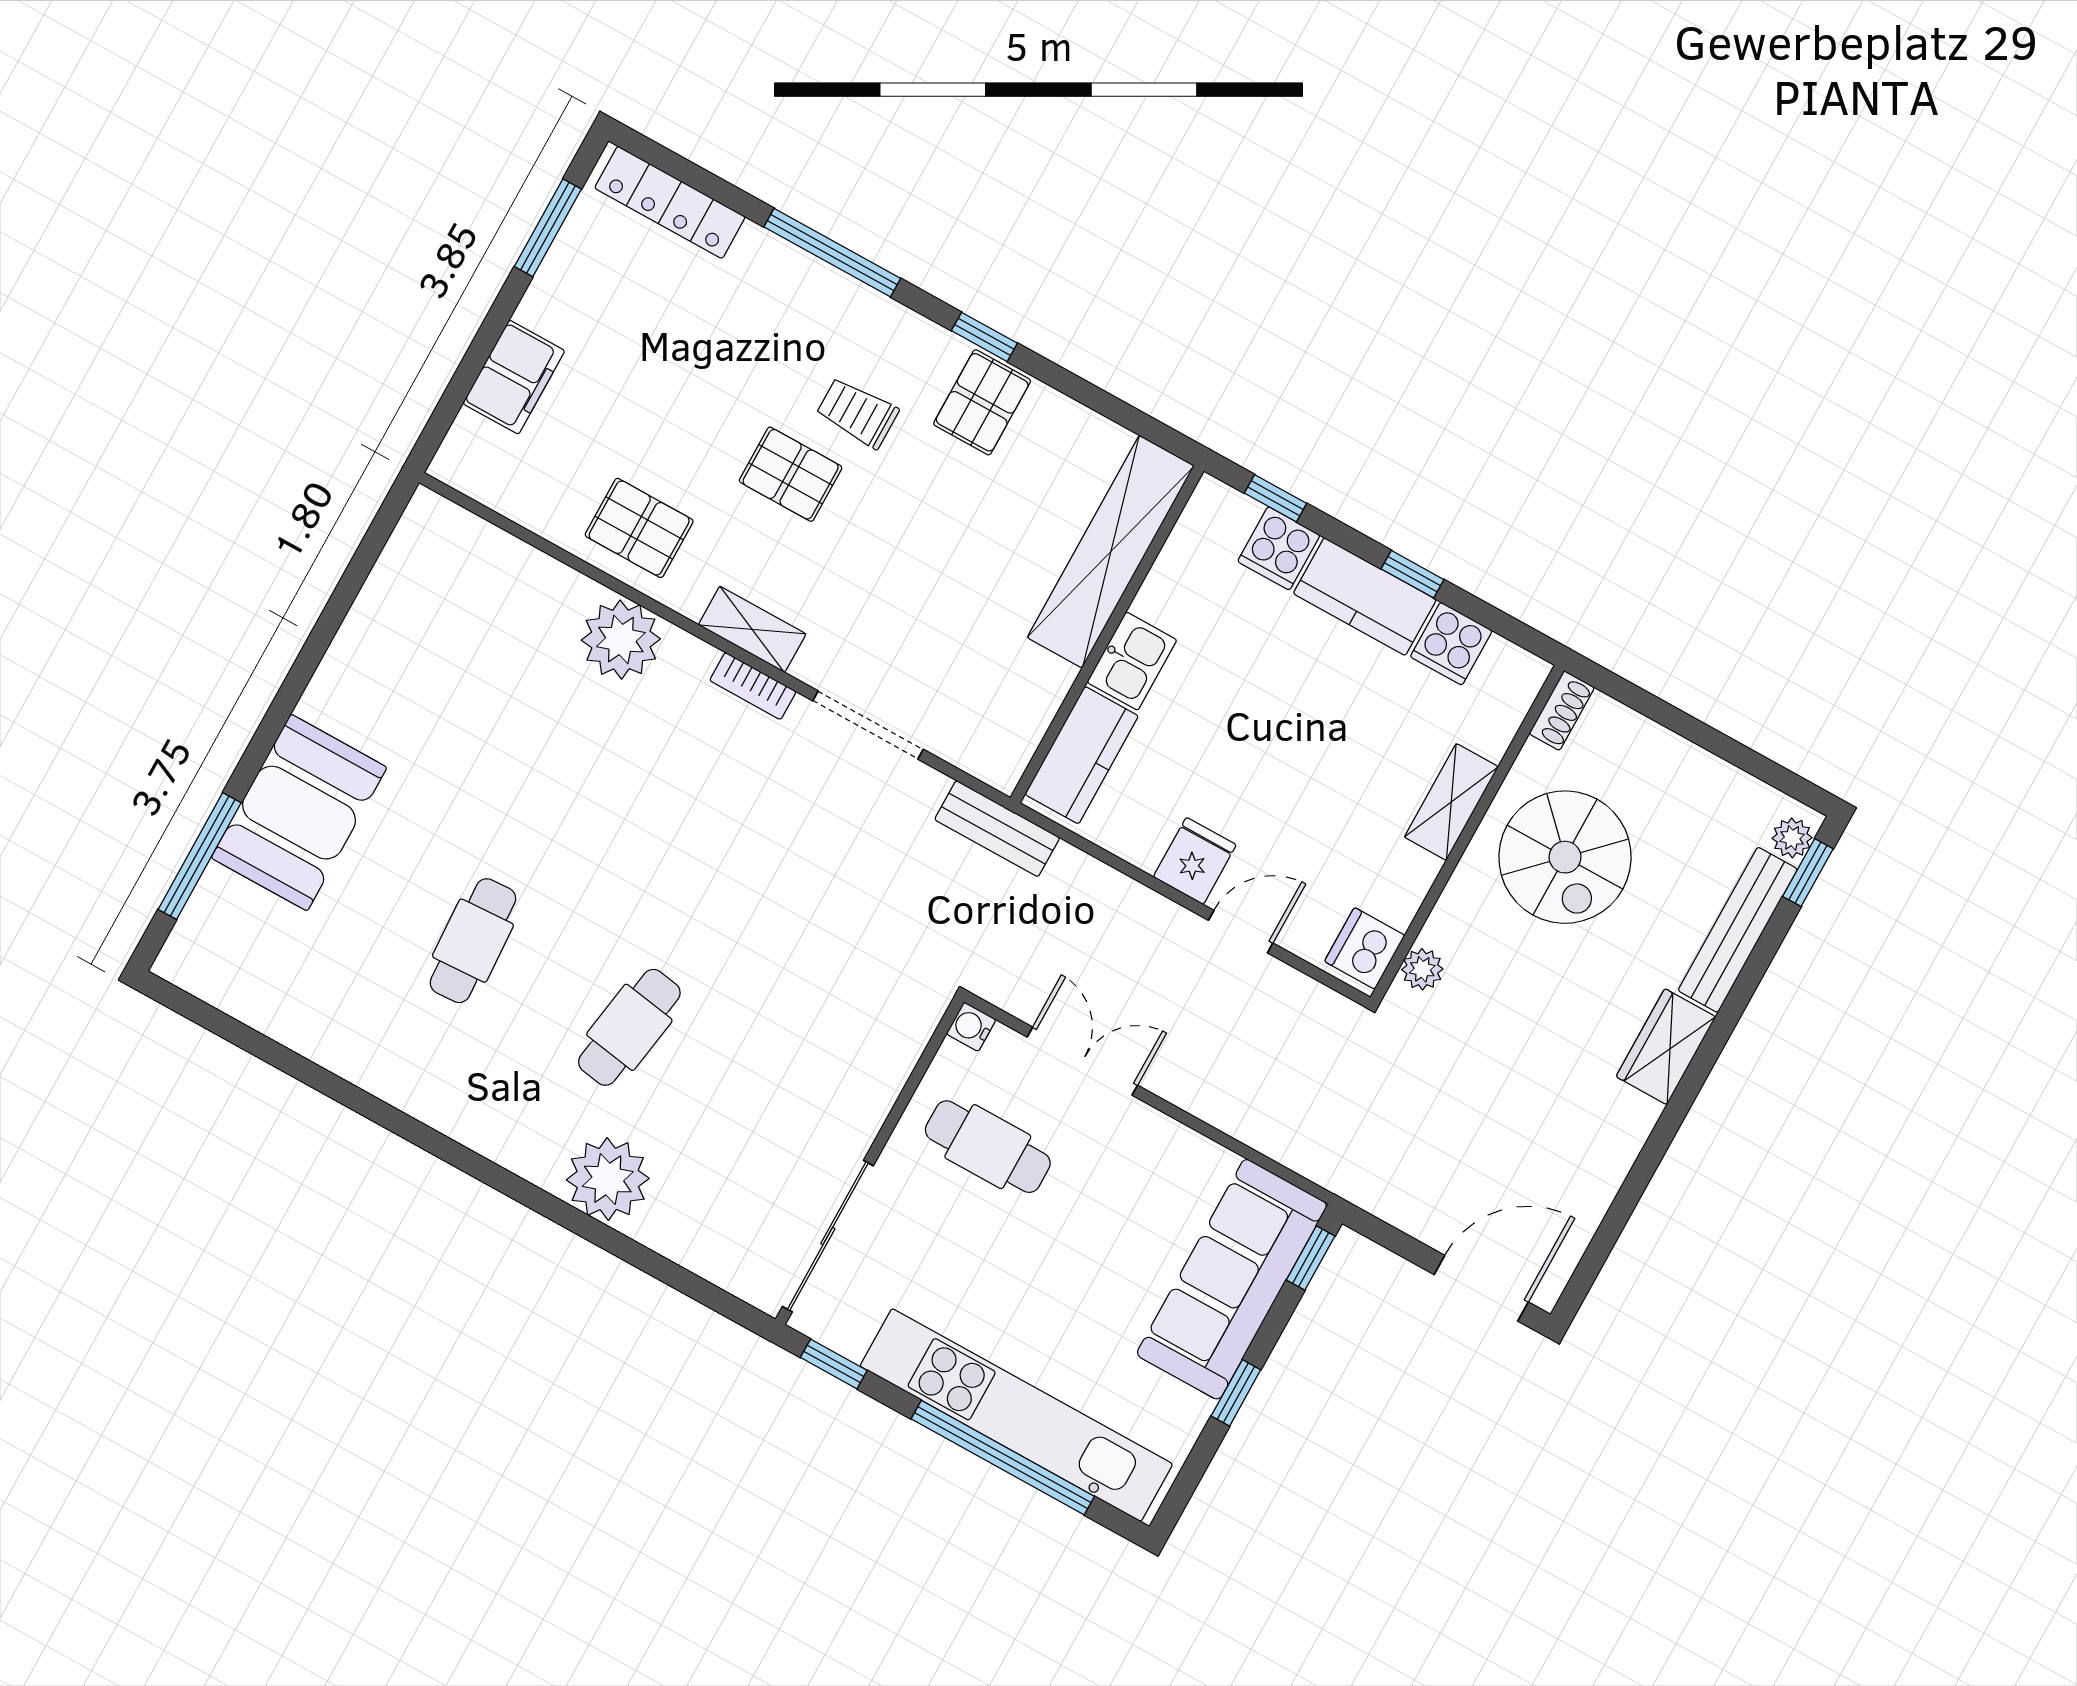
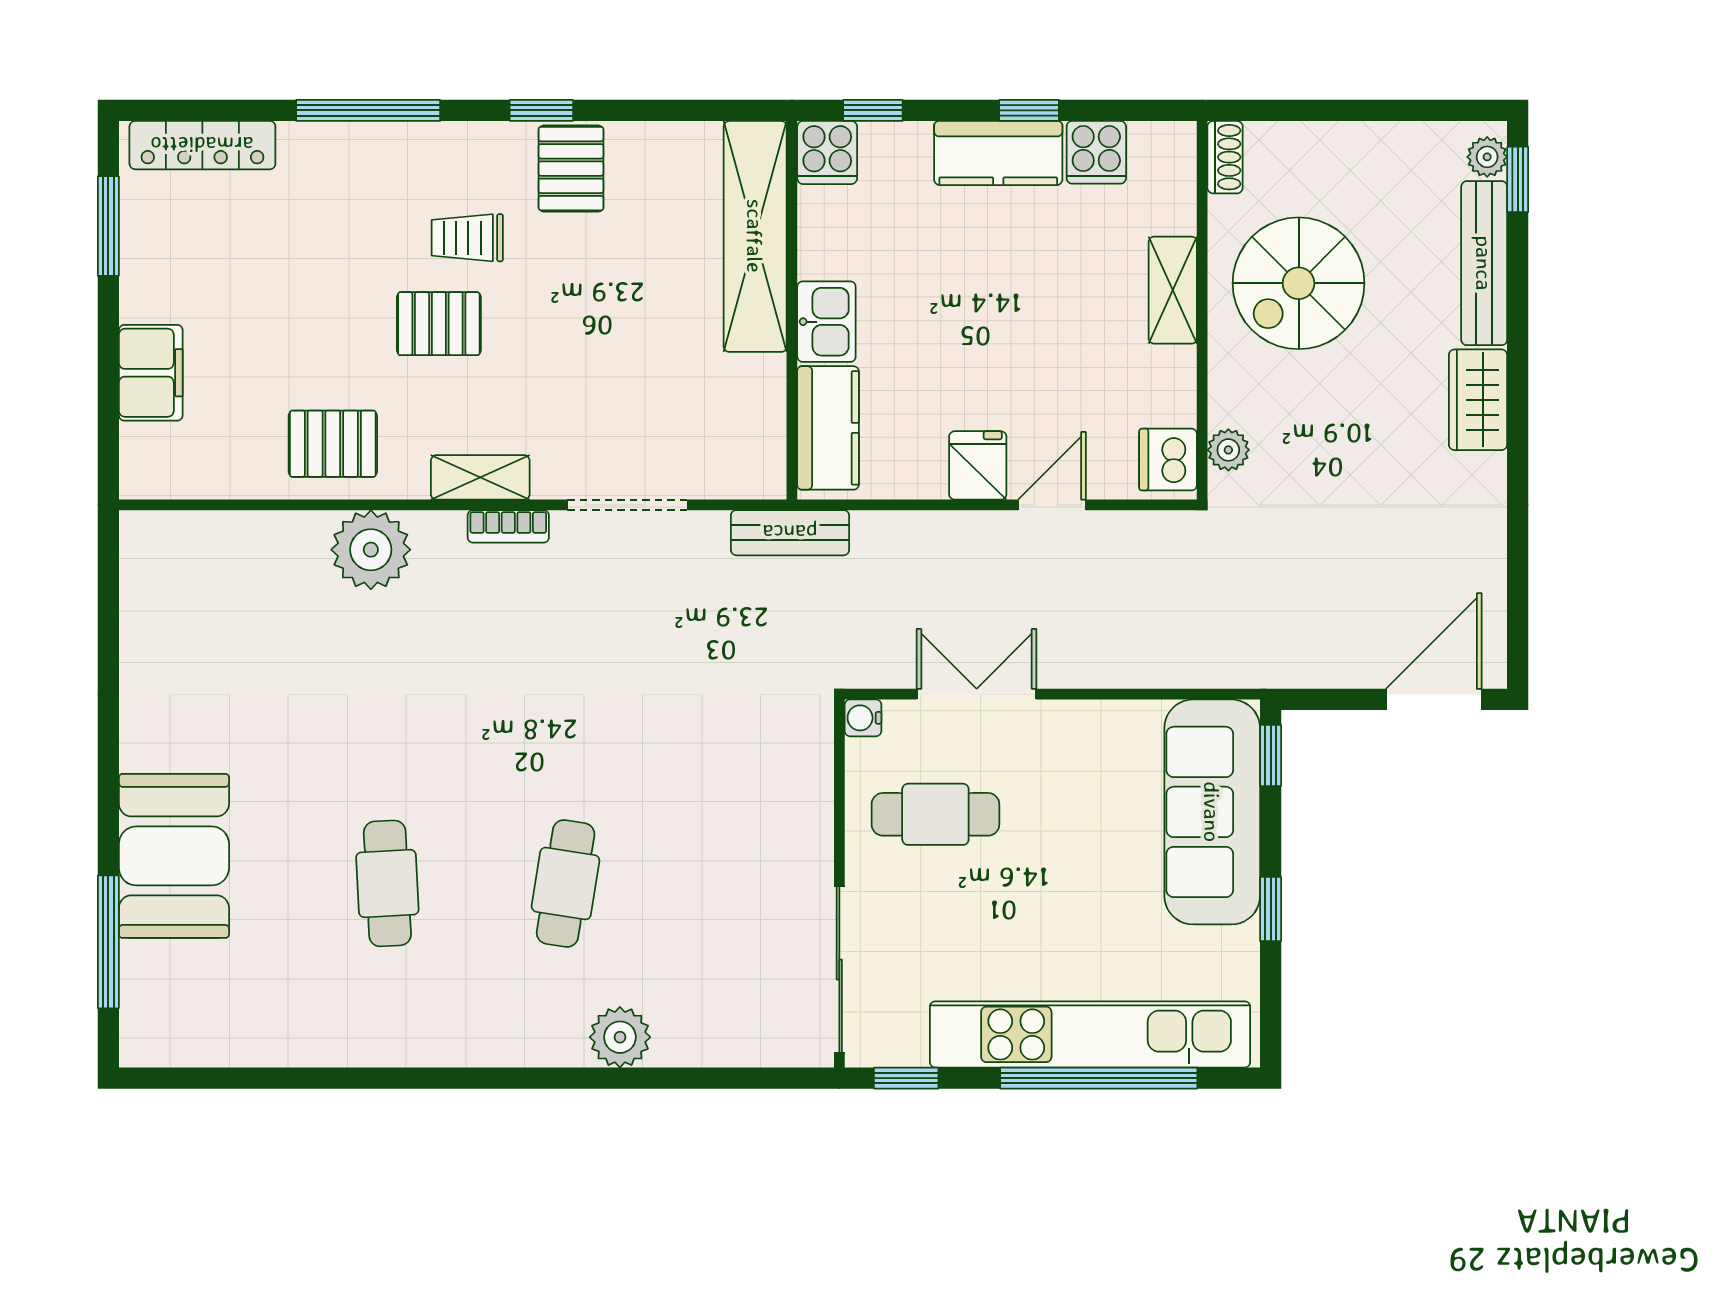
cooker: (1279, 548) -> (827, 153), moved
spiral stairs: (1565, 857) -> (1299, 283), turned 90
plant: (608, 1179) -> (620, 1037), width x0.73, depth x0.73

